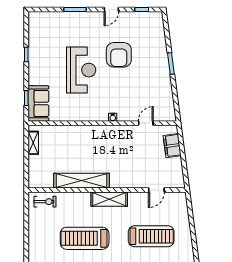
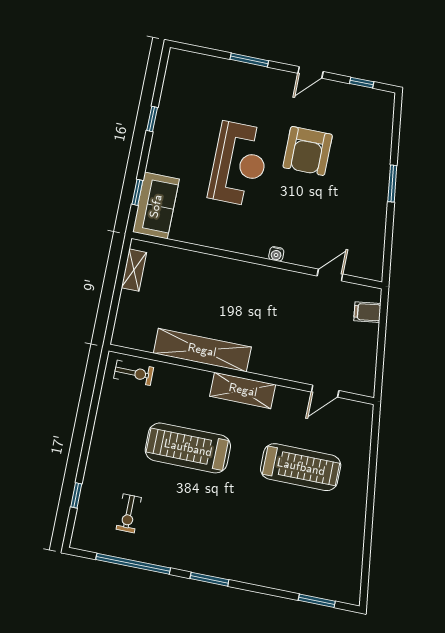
filing cabinet: (172, 146) -> (367, 312), width x0.50

